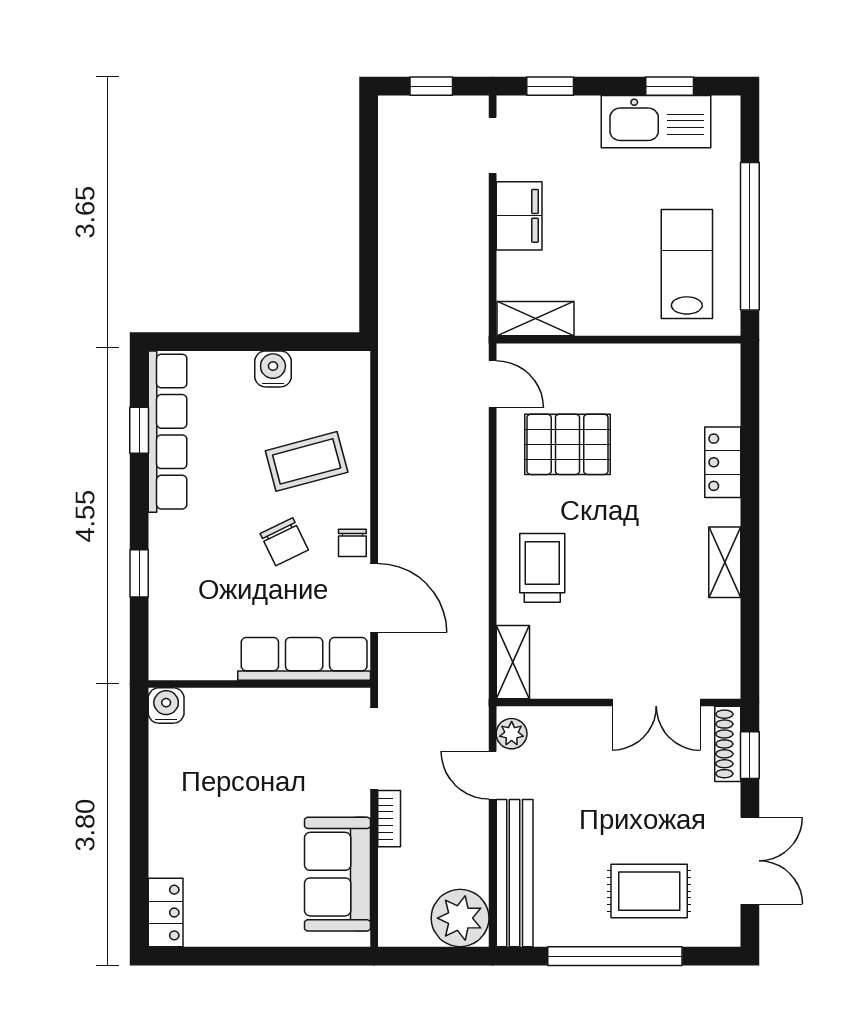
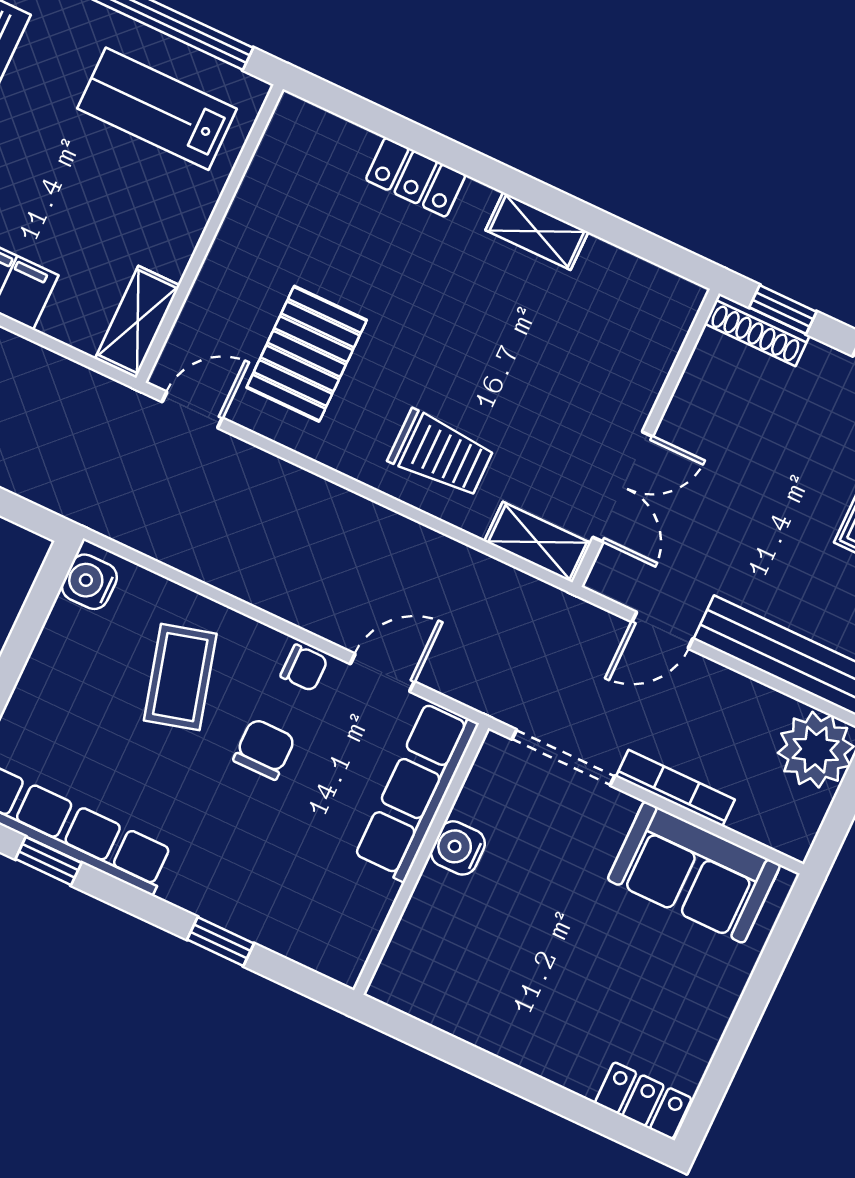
water cooler: (273, 369) -> (89, 582), moved
chair: (284, 542) -> (264, 749), turned -64
trolley: (542, 568) -> (441, 454), turned 180
door: (374, 598) -> (382, 673), width x0.73
double door: (656, 702) -> (623, 487), moved
water cooler: (166, 705) -> (458, 848), moved
plant: (512, 734) -> (623, 584), removed
bookcase: (389, 819) -> (675, 788), width x1.56

